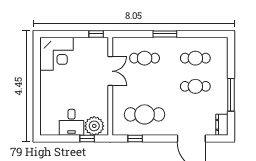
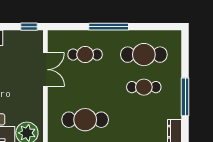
window: (165, 34) -> (109, 27), width x1.44
cafe table: (195, 58) -> (144, 55), width x1.37, depth x1.35

